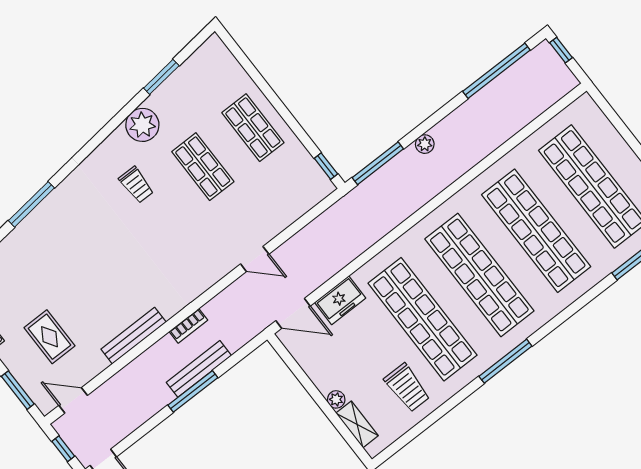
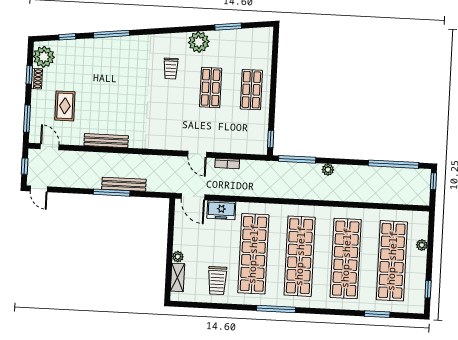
plant: (612, 137) -> (422, 245), added
bookcase: (188, 326) -> (227, 163), moved

